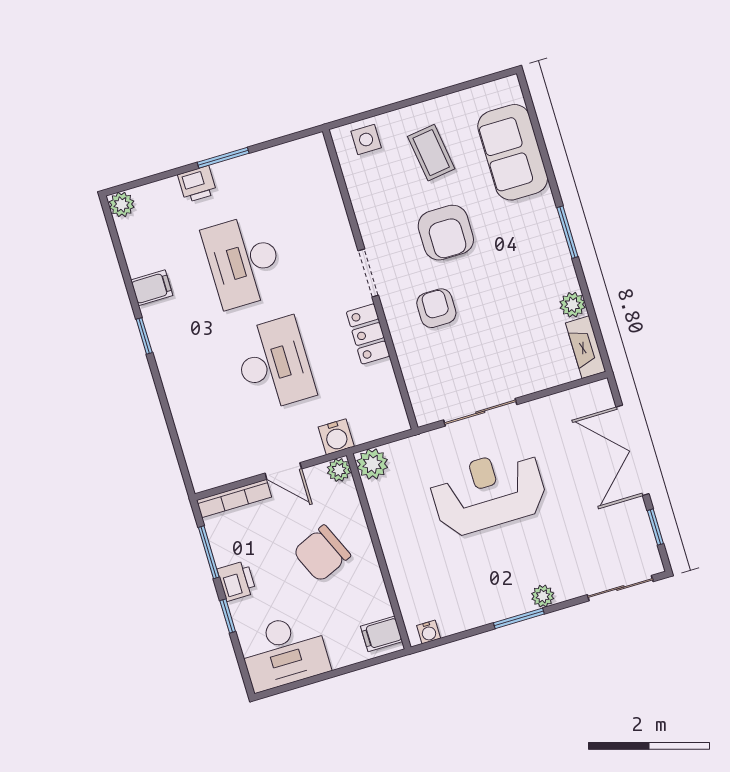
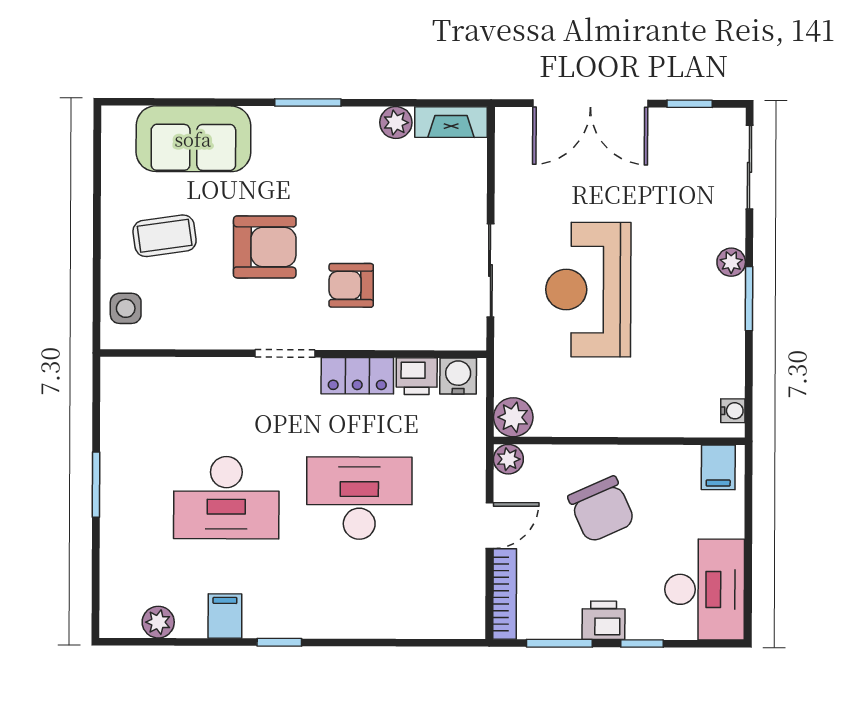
printer: (197, 184) -> (417, 376), moved, turned 90
plant: (122, 204) -> (158, 622), moved
water cooler: (336, 437) -> (458, 376), moved, turned -90

